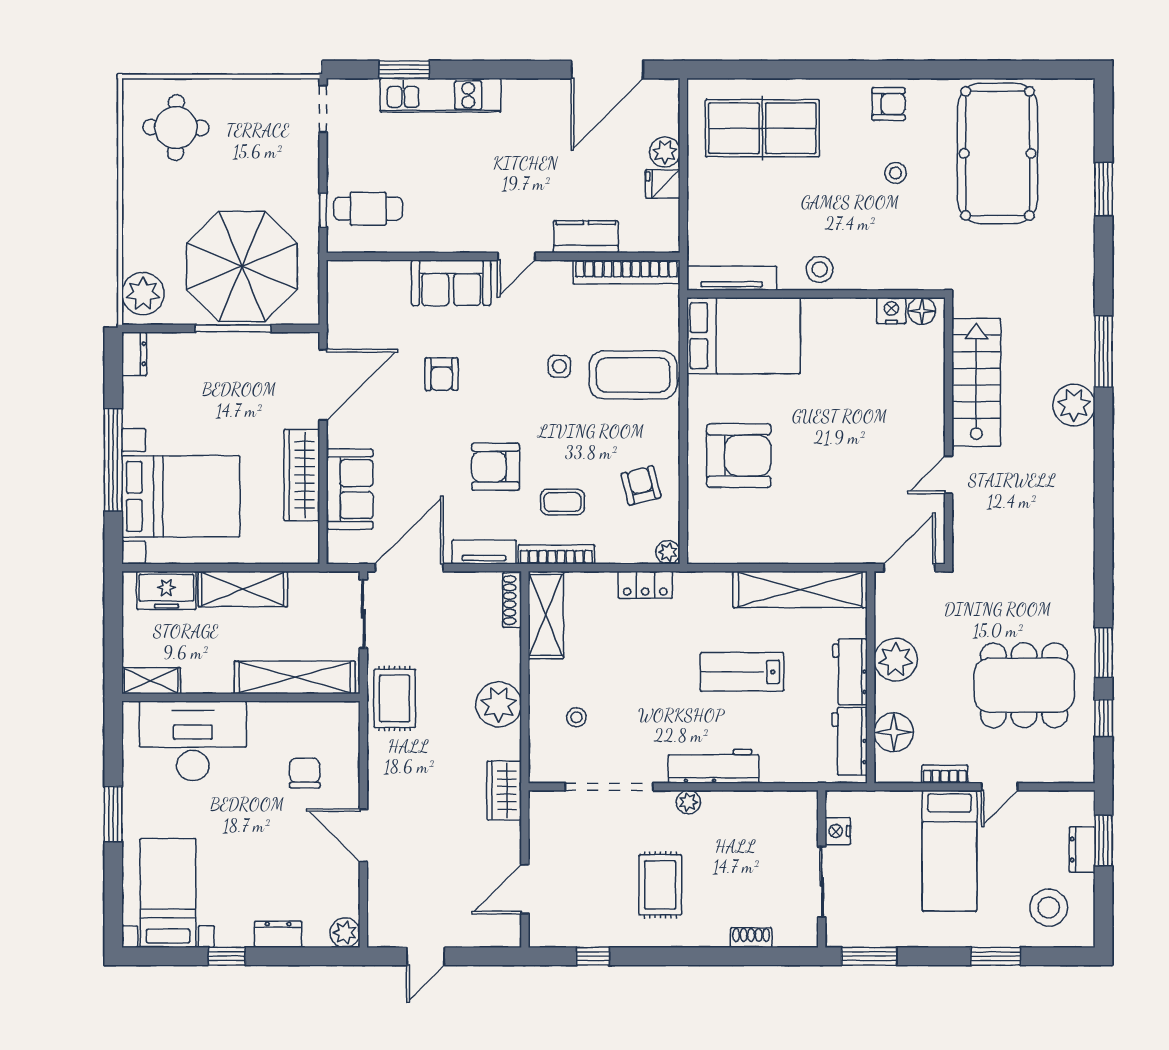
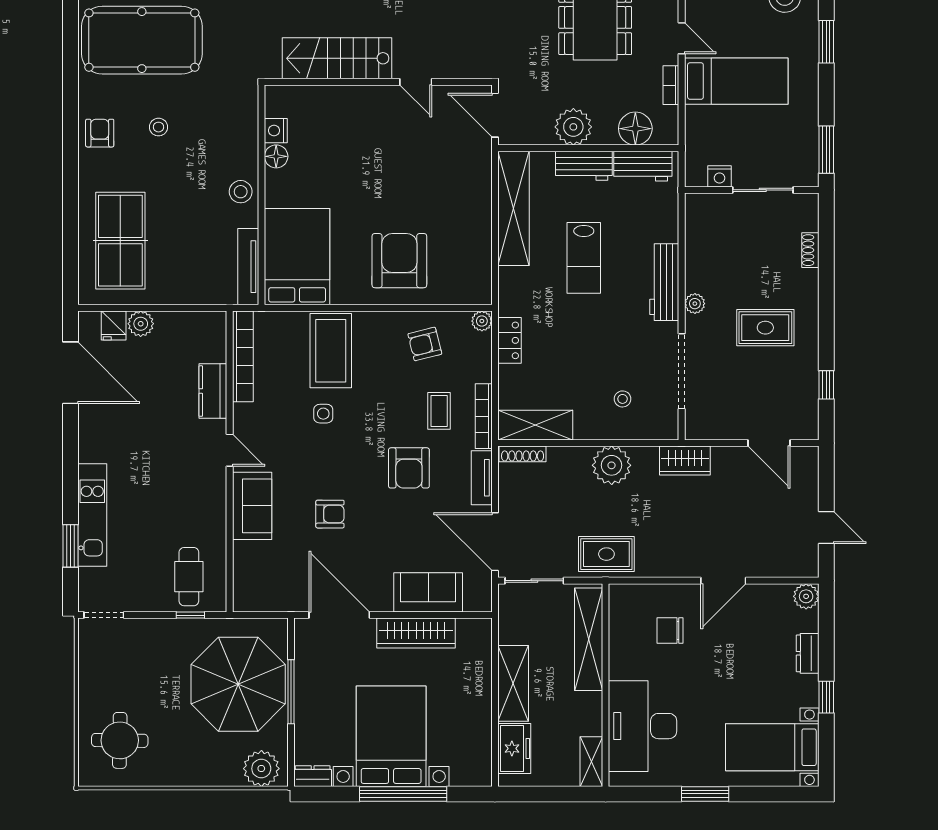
fridge: (663, 184) -> (114, 325), moved
floor lamp: (922, 311) -> (276, 156), moved
bed with nightstands: (181, 496) -> (391, 736), moved

